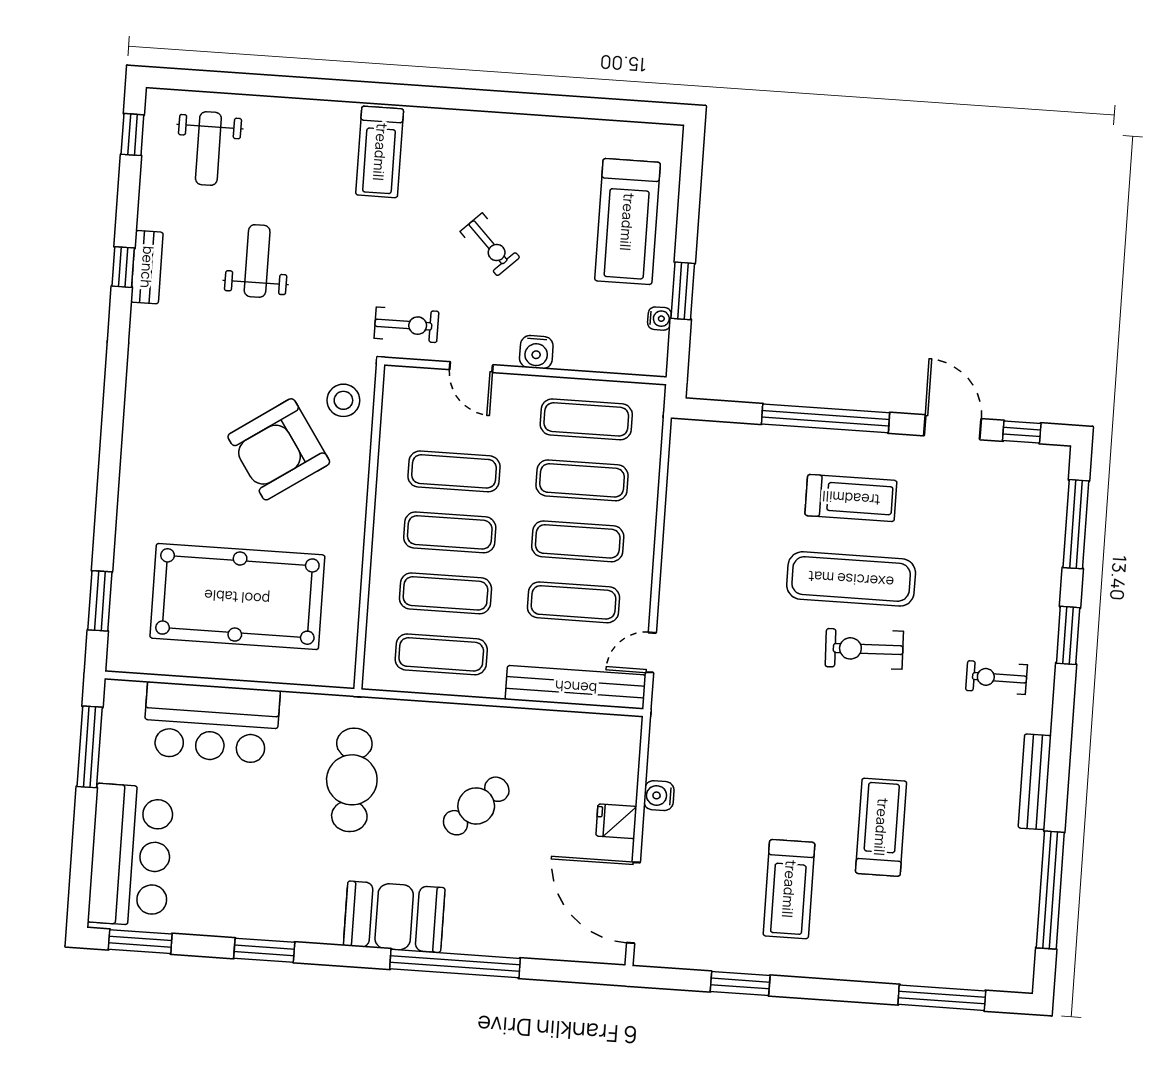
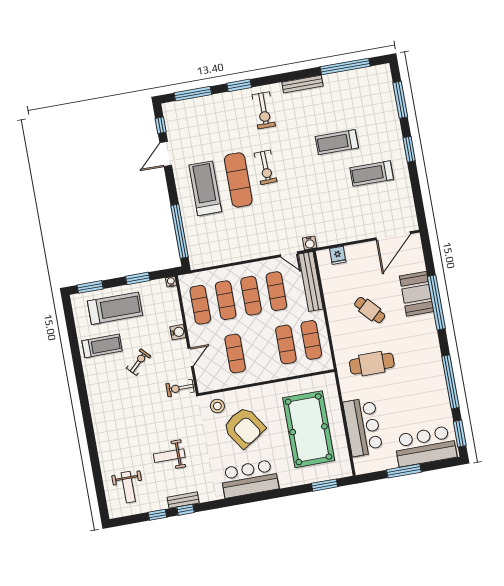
window: (132, 135) -> (157, 515), moved
weight bench: (208, 149) -> (128, 487), turned 90
treadmill: (380, 152) -> (102, 346), moved
window: (691, 177) -> (90, 287), added
water cooler: (659, 319) -> (171, 282), moved
exercise bike: (406, 325) -> (180, 388), turned -90
window: (826, 418) -> (180, 231), moved
bar counter: (158, 432) -> (249, 479), added
treadmill: (851, 498) -> (205, 188), width x1.37, depth x1.38
exercise mat: (450, 532) -> (260, 349), removed
exercise bike: (997, 678) -> (264, 110), width x1.38, depth x1.39
window: (90, 747) -> (404, 471), moved
water cooler: (659, 796) -> (310, 243), moved
fridge: (616, 821) -> (338, 255), moved
treadmill: (789, 889) -> (372, 173), turned 180
booth: (394, 917) -> (417, 294), moved
window: (264, 950) -> (451, 382), width x2.11
window: (740, 984) -> (409, 149), moved

